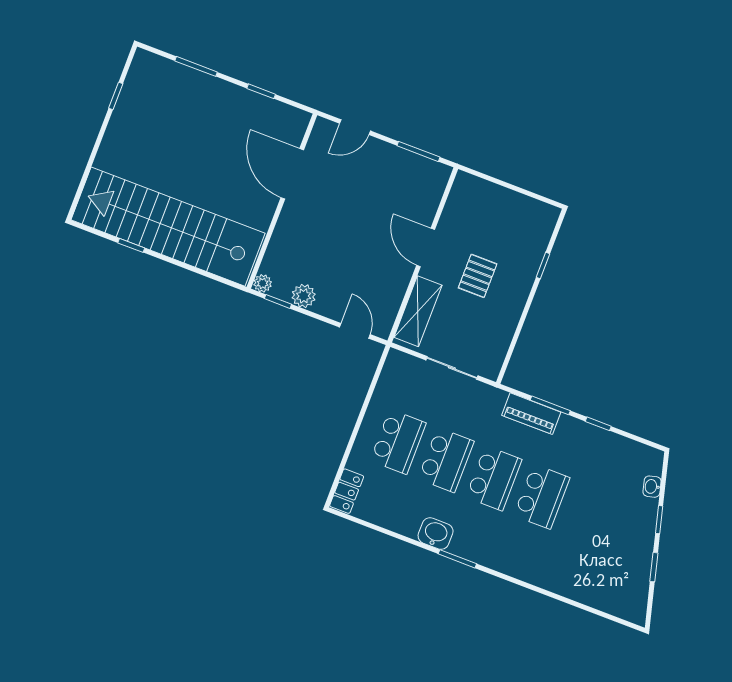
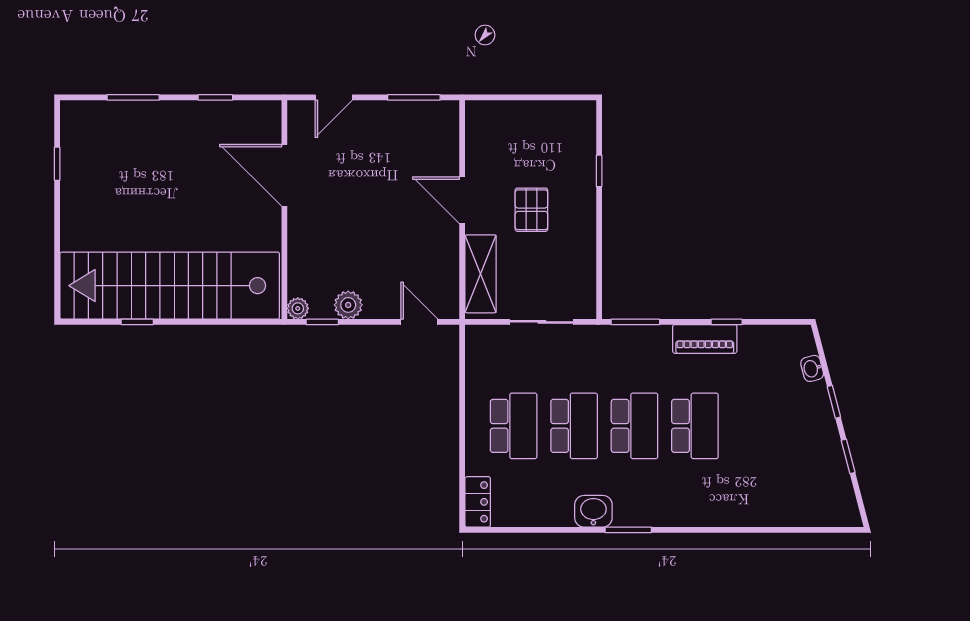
window: (550, 405) -> (635, 322), moved
piano: (531, 414) -> (705, 339), moved

